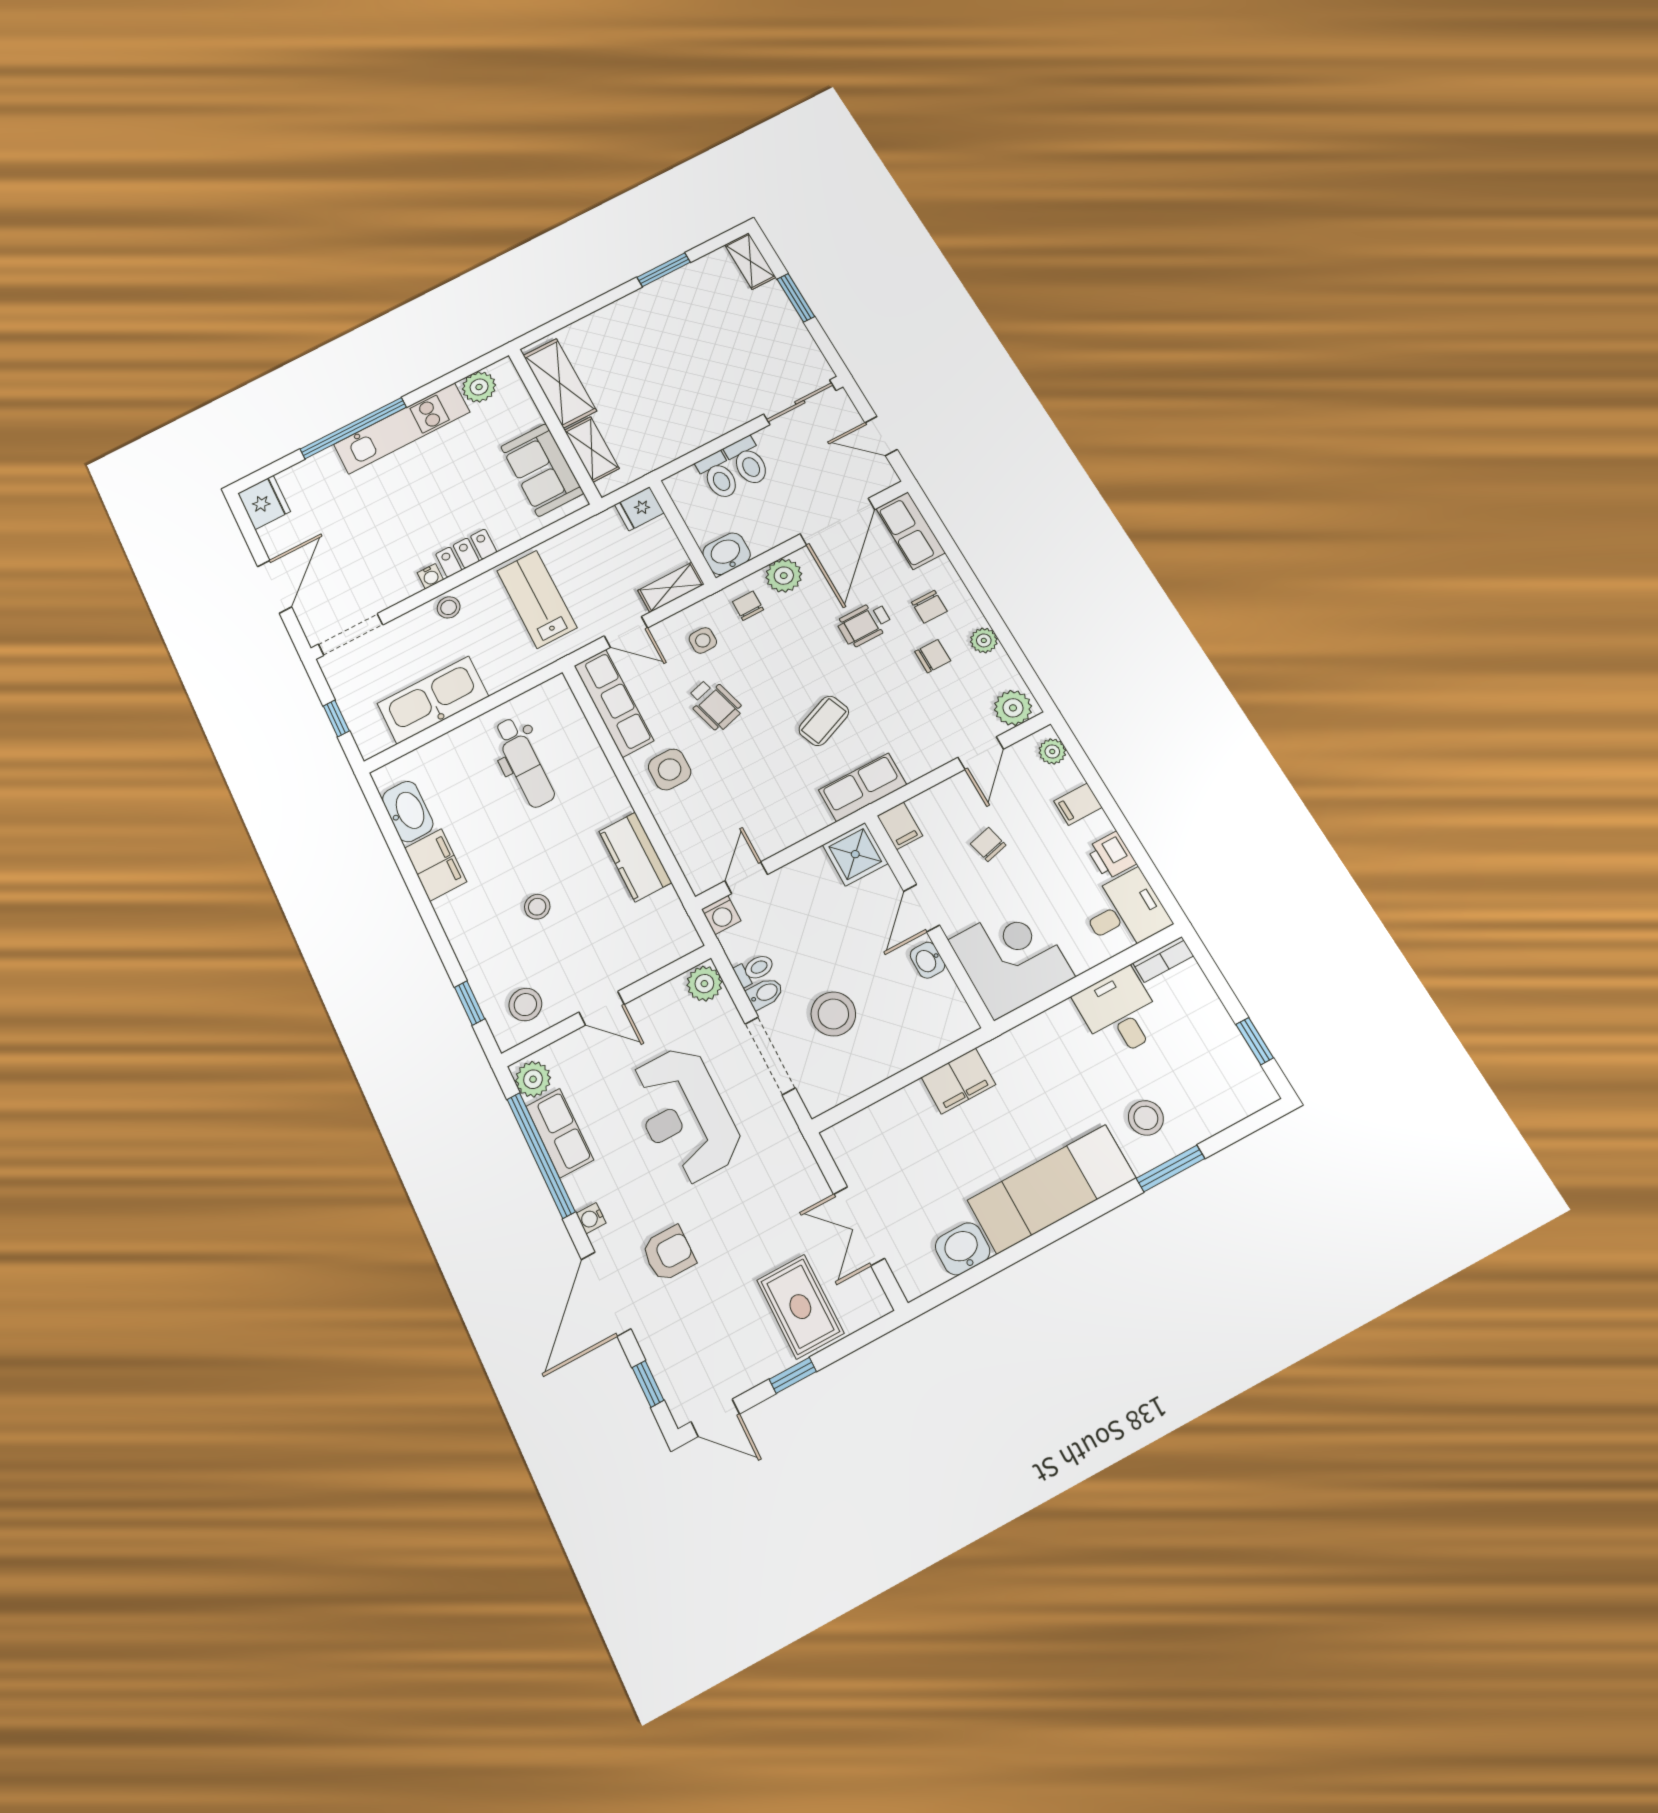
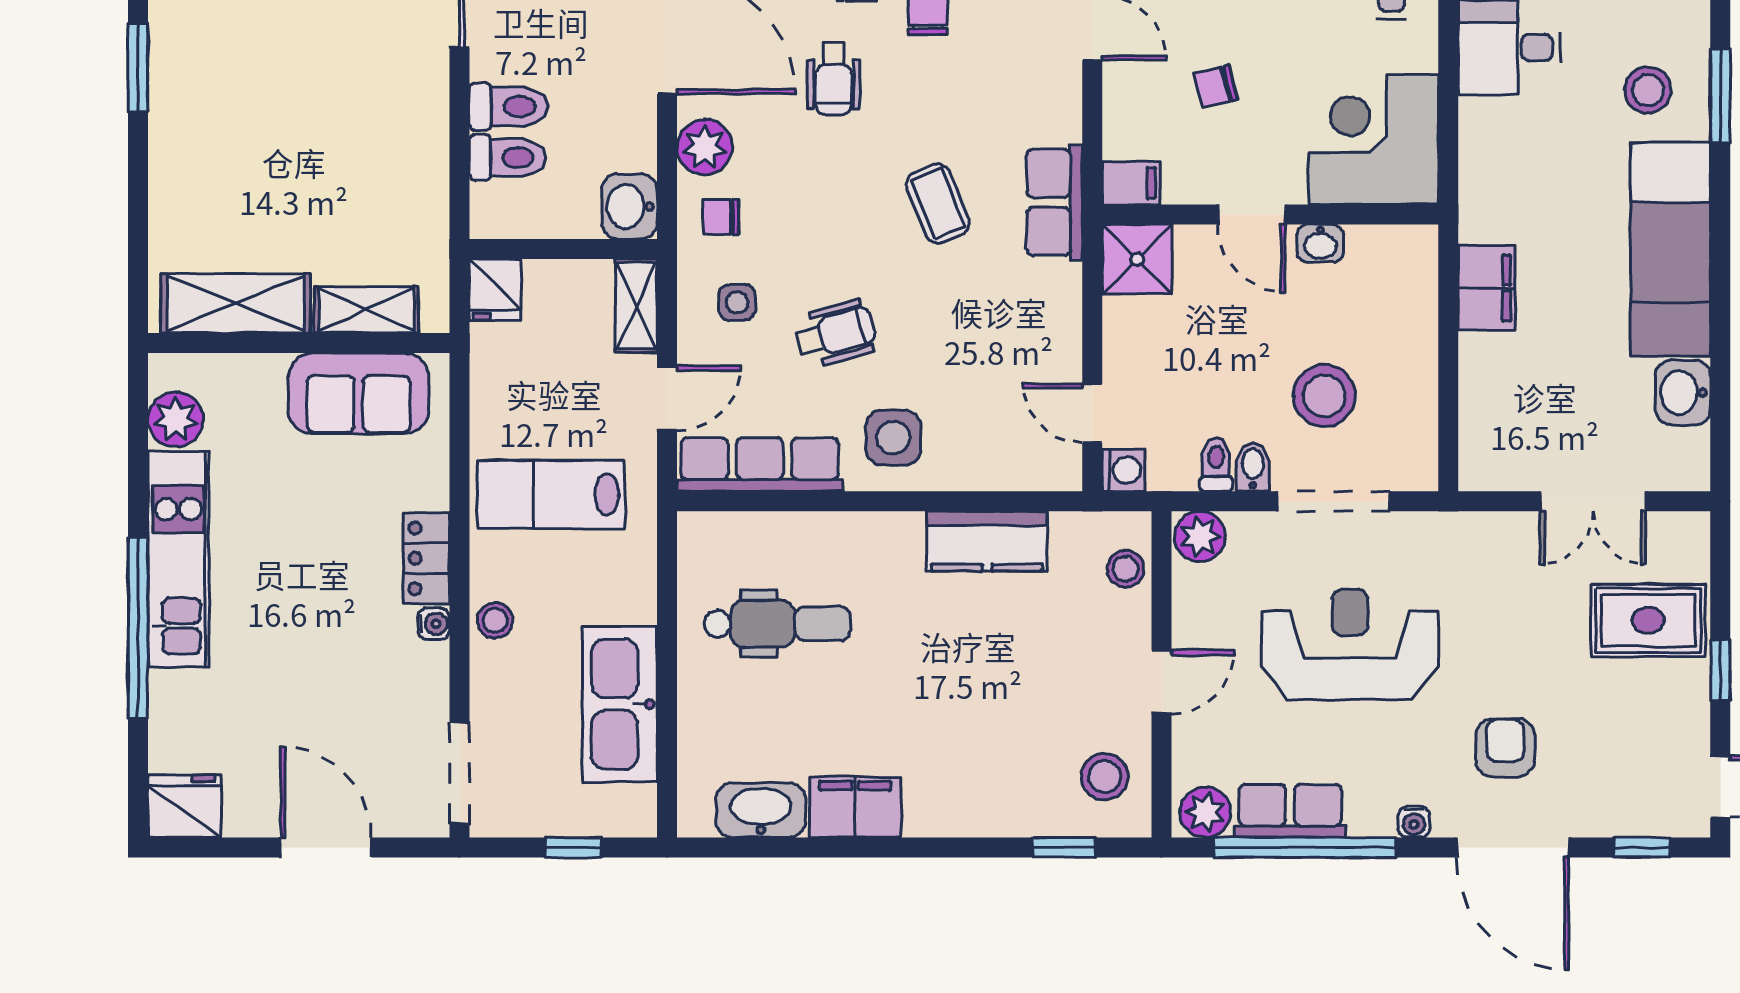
stool: (537, 907) -> (1126, 569), moved
reception desk: (685, 1115) -> (1350, 644), turned 180

